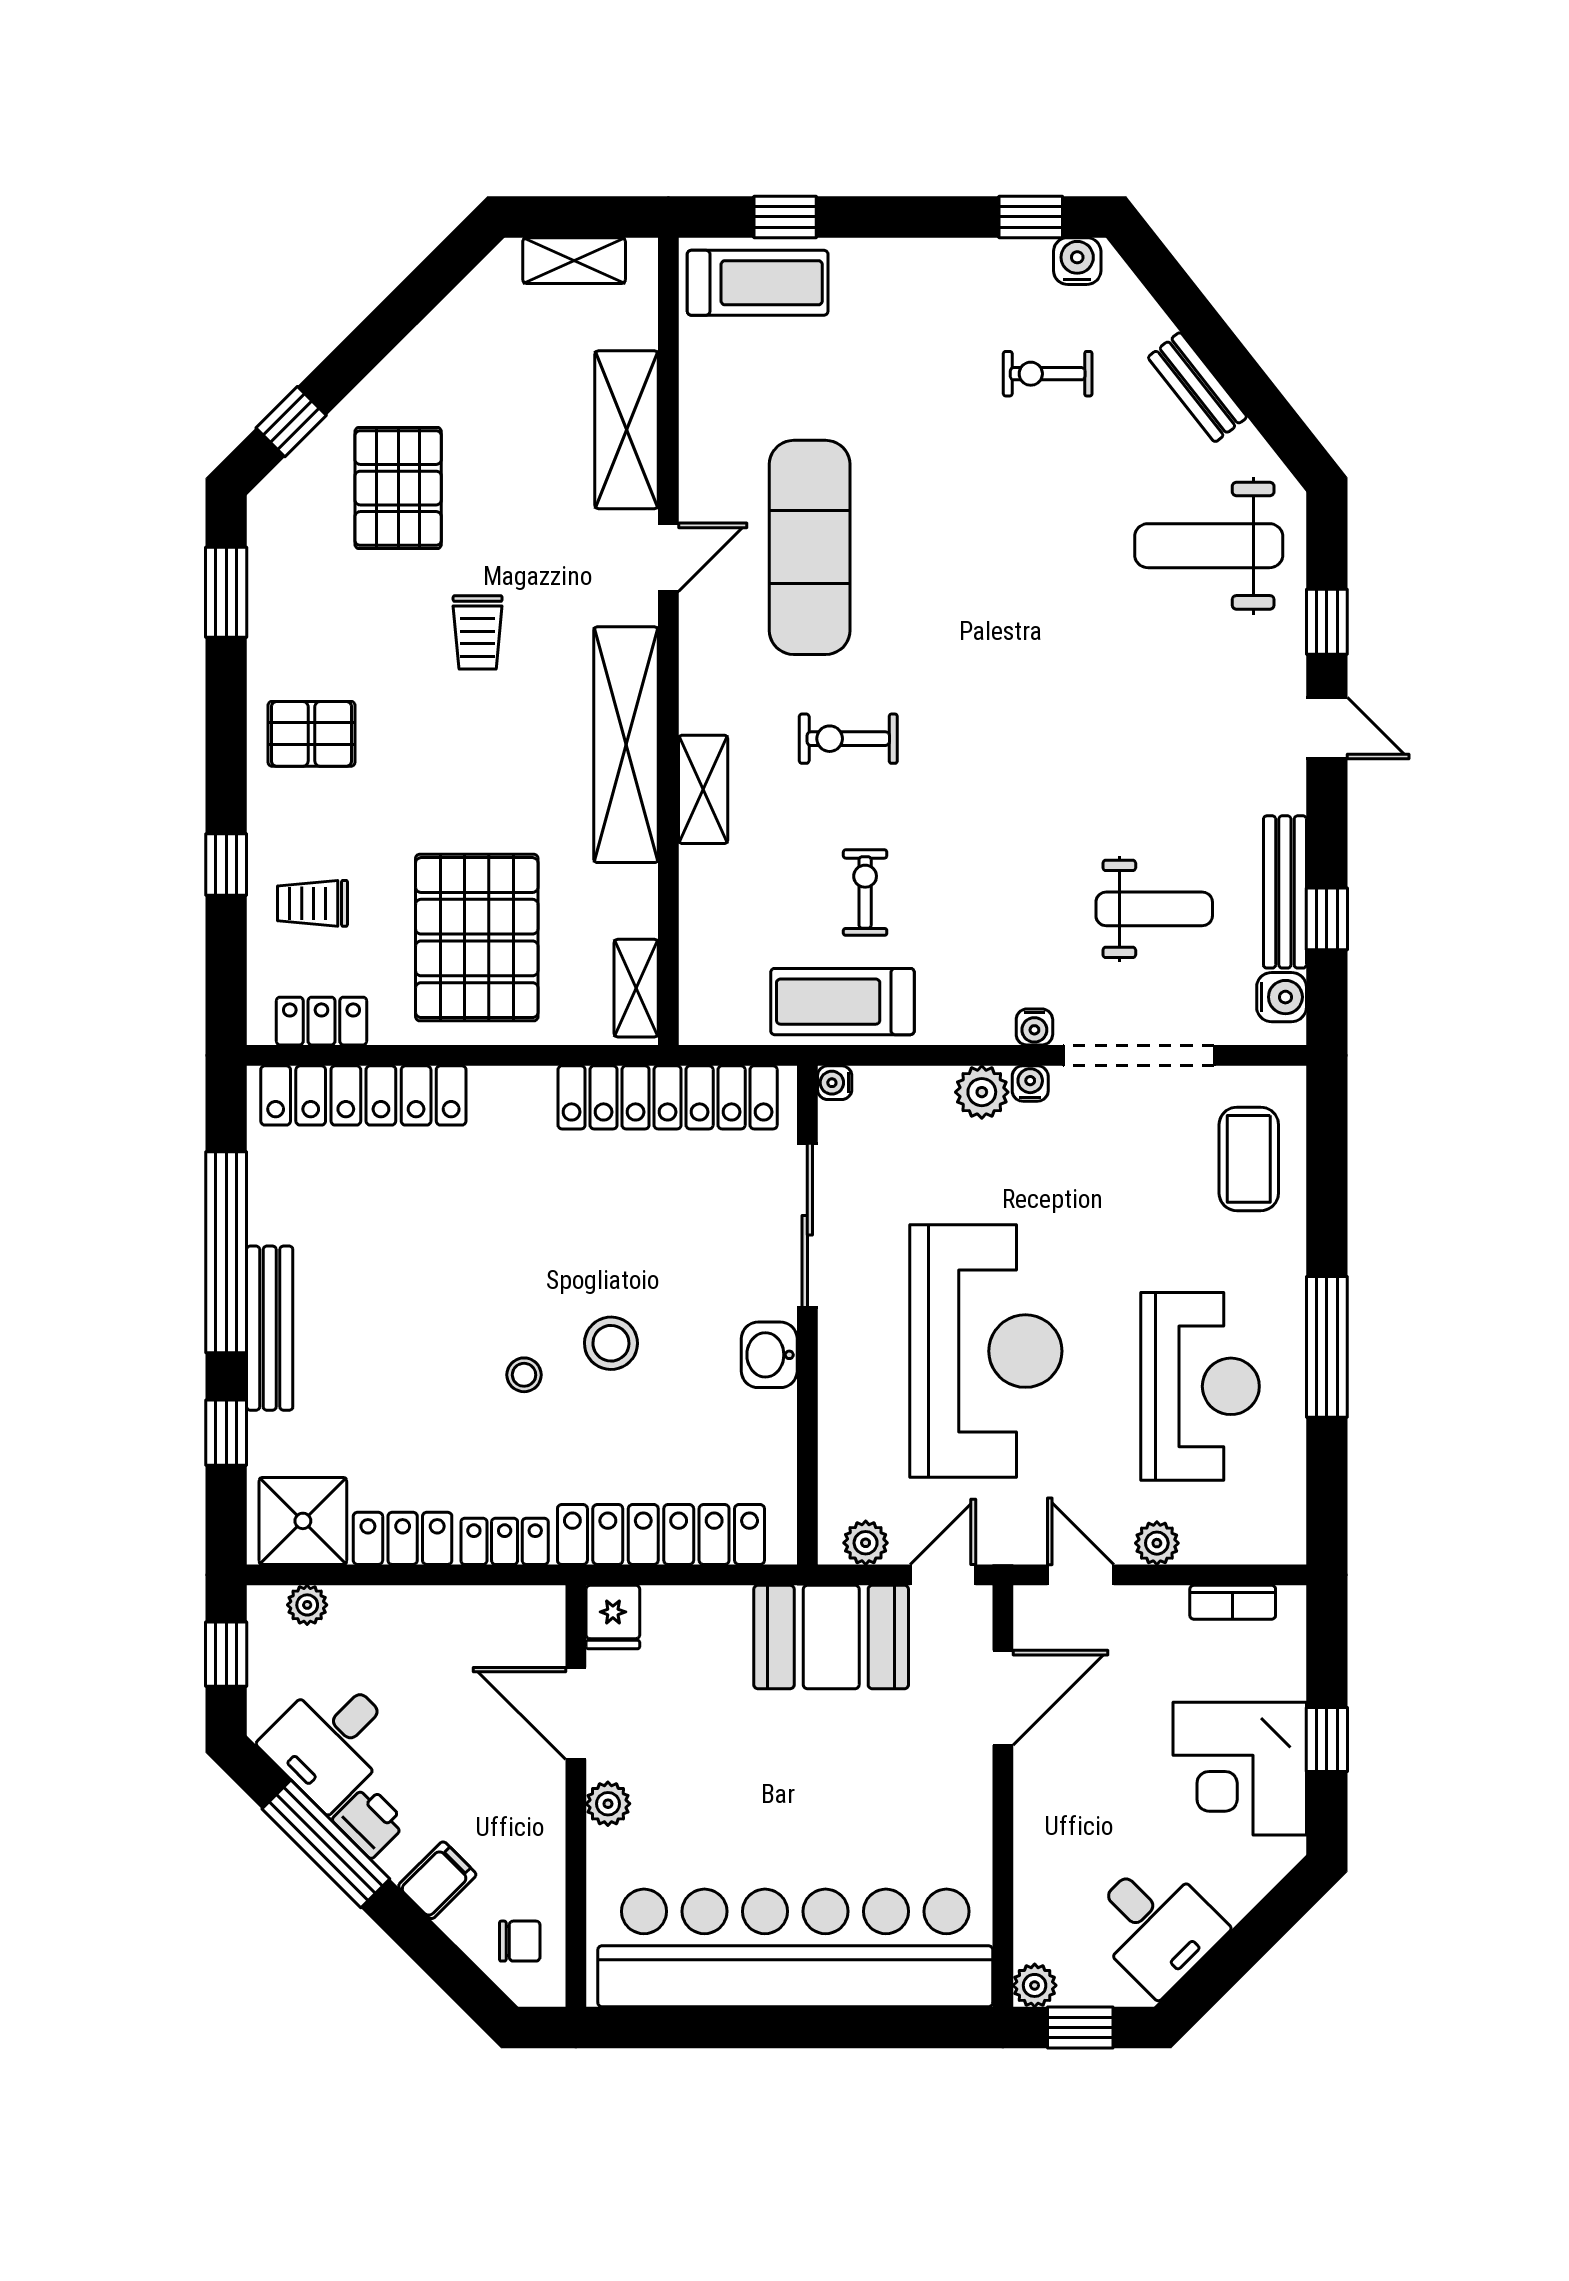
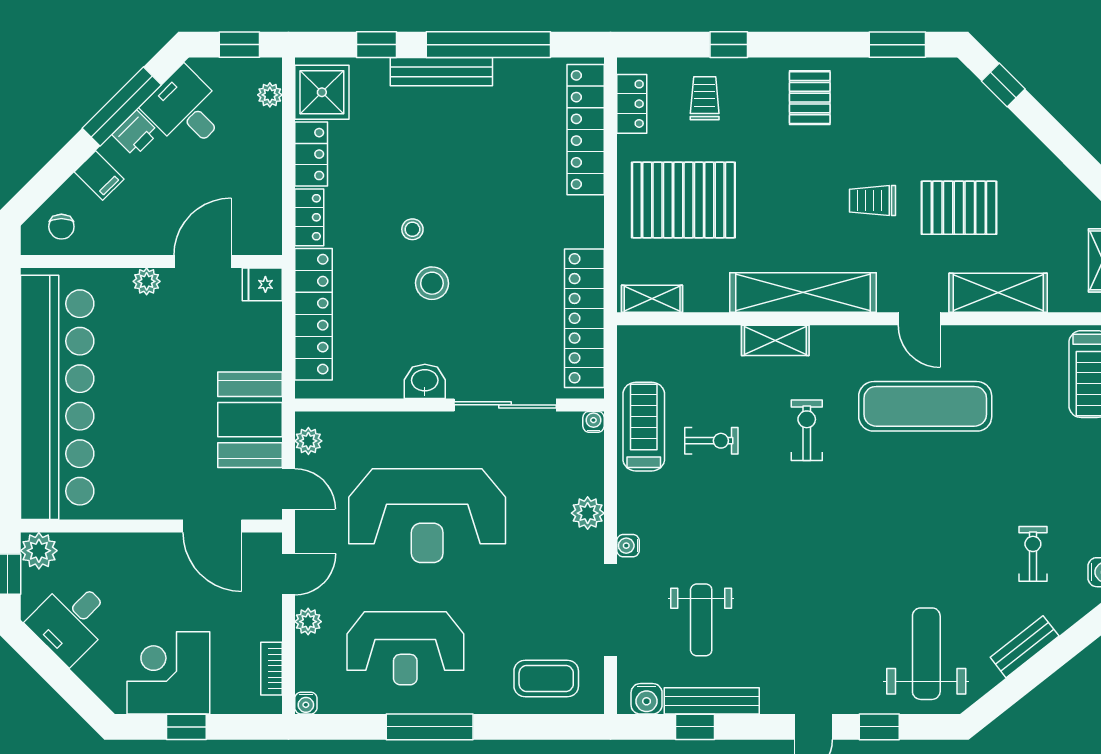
pallet: (398, 488) -> (959, 208), moved
water cooler: (1030, 1084) -> (306, 703), moved, turned 90
plant: (1035, 1985) -> (39, 551), width x1.38, depth x1.38

